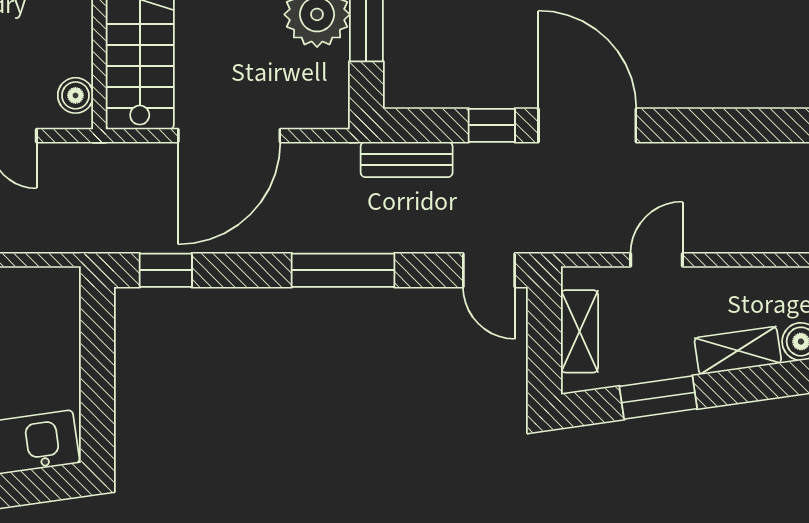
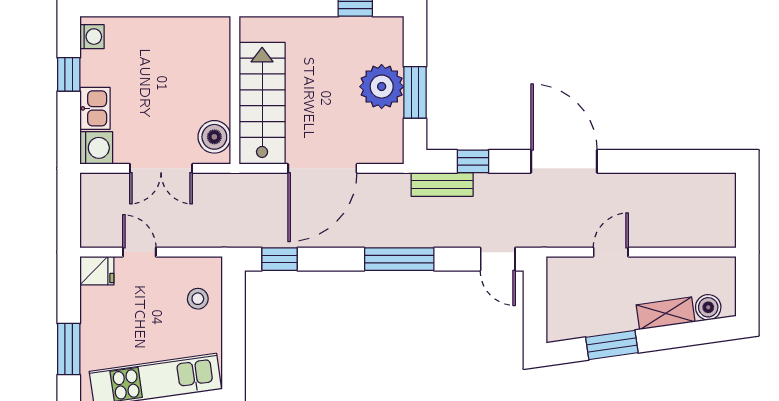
boiler: (75, 95) -> (214, 137), width x1.36, depth x1.36
window: (492, 125) -> (473, 161), moved
stool: (44, 329) -> (198, 299), added
shelving: (579, 331) -> (559, 300), removed

